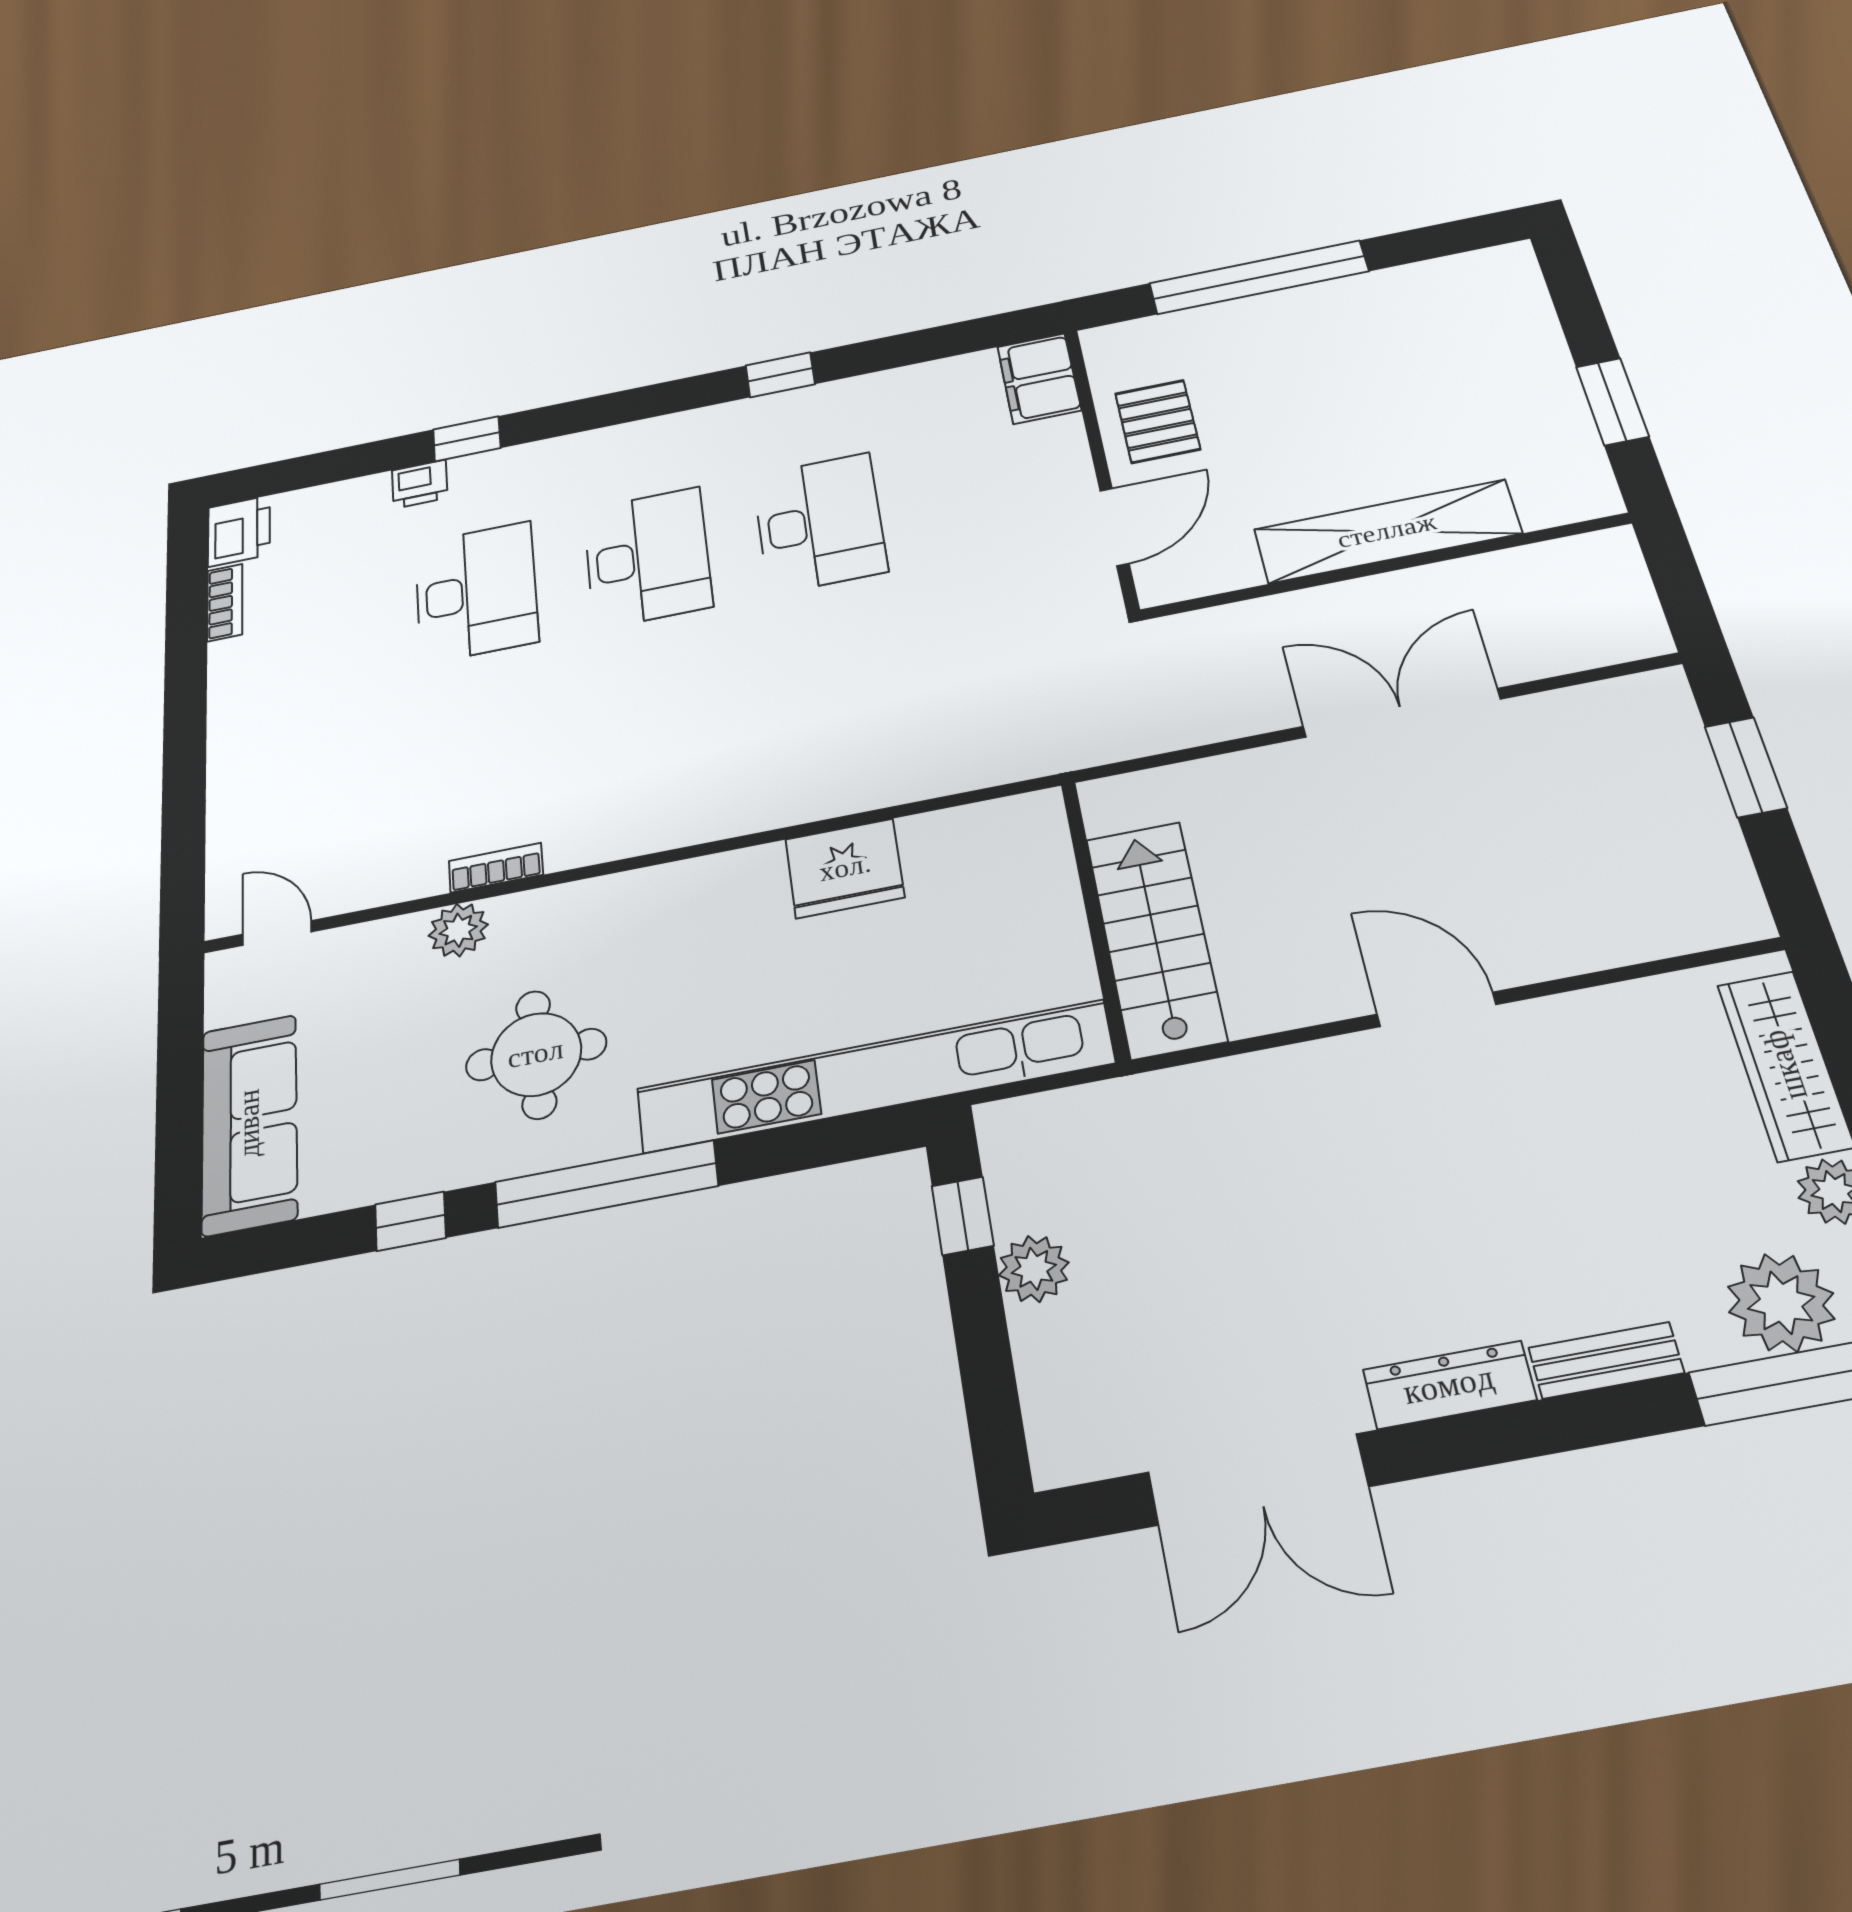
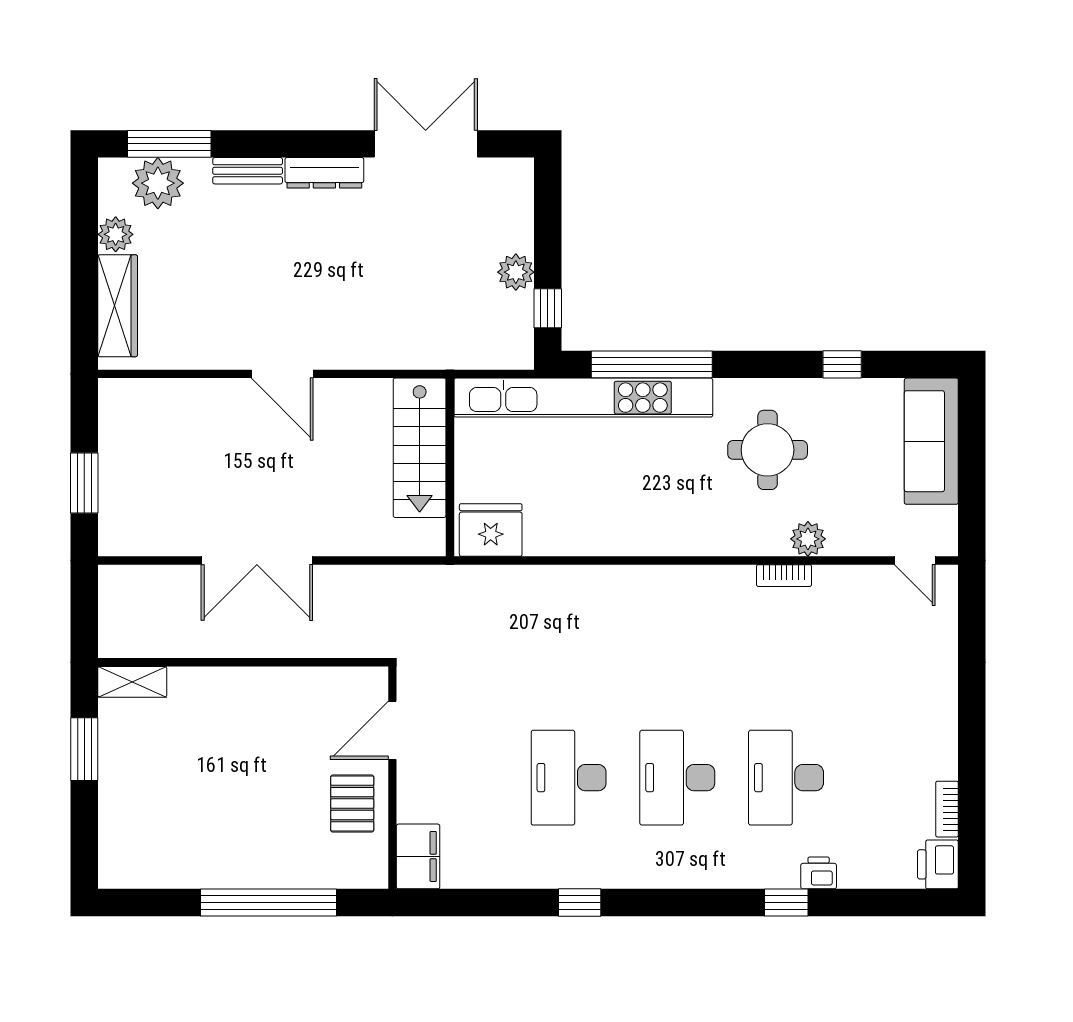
shelving: (1387, 531) -> (132, 682), moved, width x0.45, depth x0.75
fridge: (845, 868) -> (491, 530), moved
window: (606, 1184) -> (652, 364), moved

